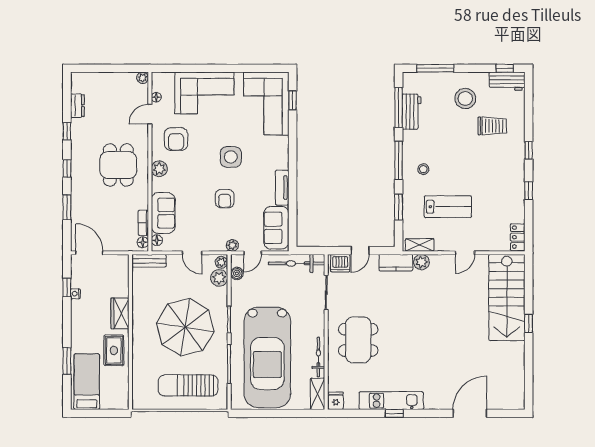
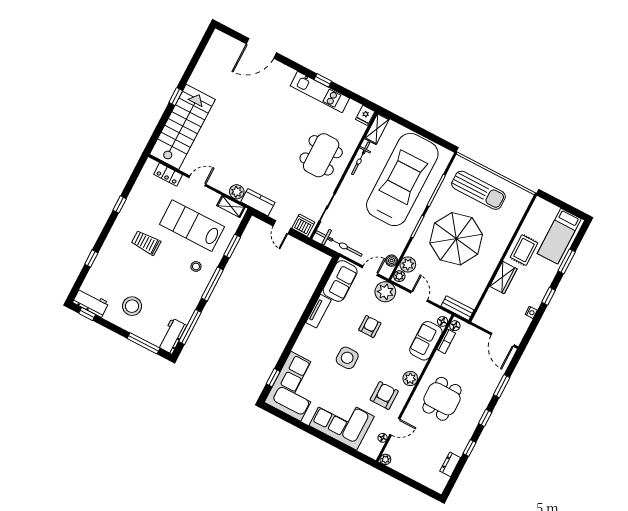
workbench: (412, 112) -> (172, 336), moved
trolley: (492, 126) -> (146, 243), moved
window: (529, 150) -> (91, 259), moved
lab bench: (448, 207) -> (192, 226), width x1.36, depth x1.39
locker: (518, 237) -> (168, 175), moved, turned 90
plant: (232, 245) -> (385, 292), width x1.87, depth x1.87
door: (360, 251) -> (282, 227), swing flipped
window: (67, 287) -> (548, 296), moved

